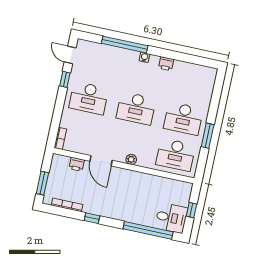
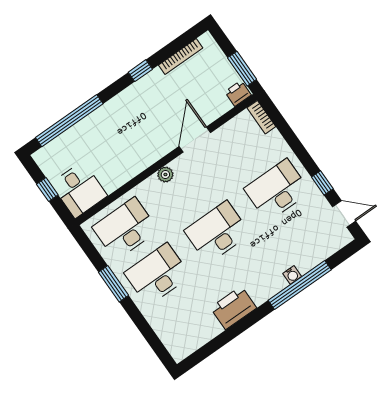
water cooler: (144, 57) -> (292, 275), moved
printer: (166, 64) -> (233, 308), width x1.87, depth x1.48
door: (101, 161) -> (195, 139), hinge flipped
printer: (77, 164) -> (238, 93), moved
window: (42, 183) -> (242, 69), moved
desk: (171, 218) -> (79, 190), moved, turned -90

